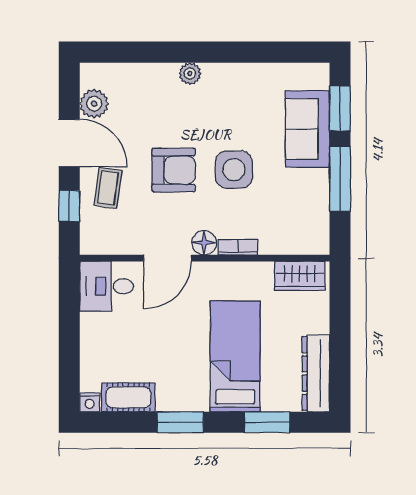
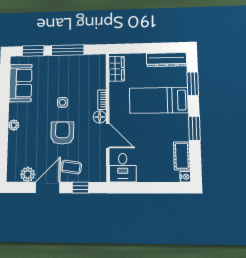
sofa: (308, 129) -> (21, 83), moved, turned -90
side table: (234, 170) -> (63, 102), width x0.54, depth x0.54

